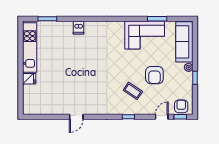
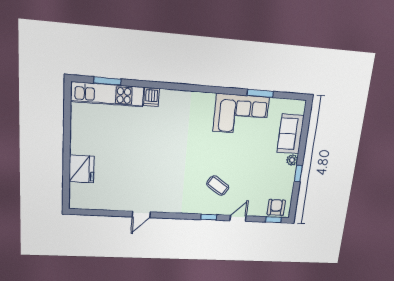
sofa: (184, 42) -> (291, 134), width x0.73
kitchen unit: (30, 47) -> (107, 94), moved, turned 90
armchair: (154, 75) -> (248, 167), removed
fridge: (29, 79) -> (82, 169), width x1.88, depth x1.34
door: (162, 117) -> (238, 218), moved

